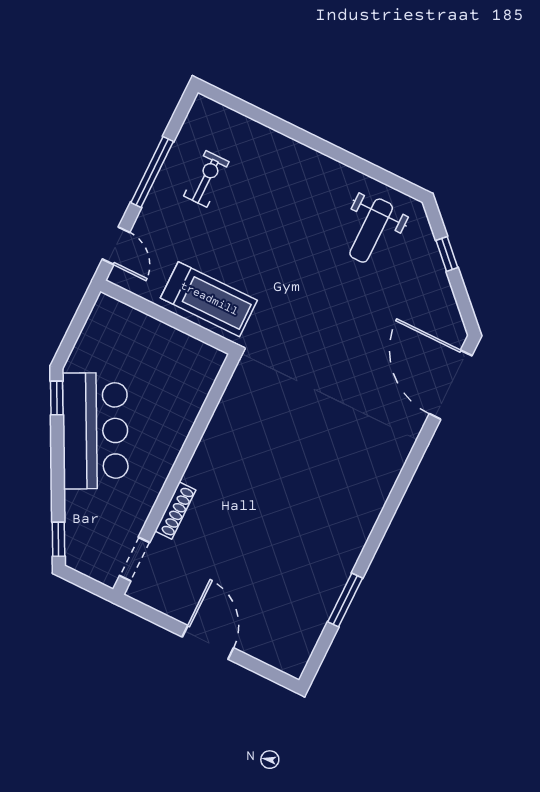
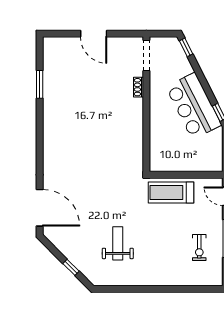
weight bench: (371, 231) -> (118, 243), moved
shoe rack: (175, 510) -> (139, 87), width x0.70
doorway: (135, 559) -> (146, 55), width x1.38

